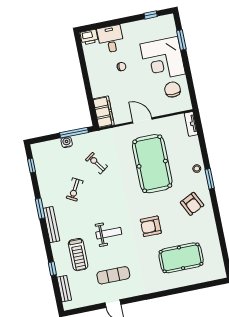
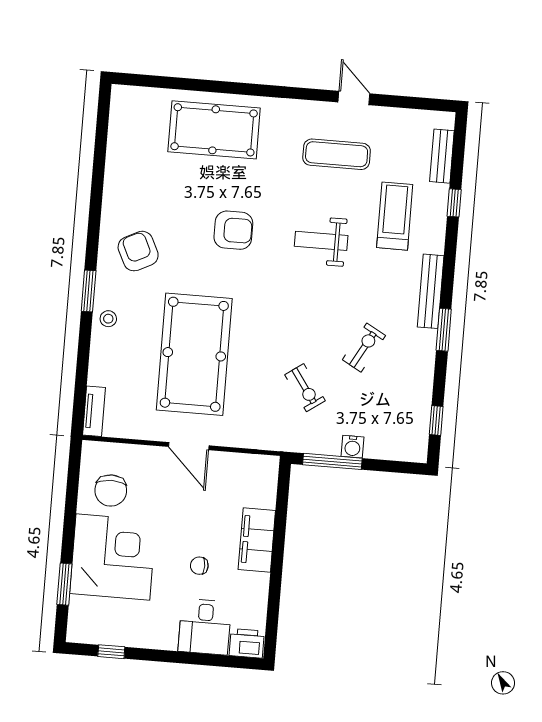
filing cabinet: (104, 112) -> (257, 540), moved
pool table: (181, 258) -> (214, 130), moved

